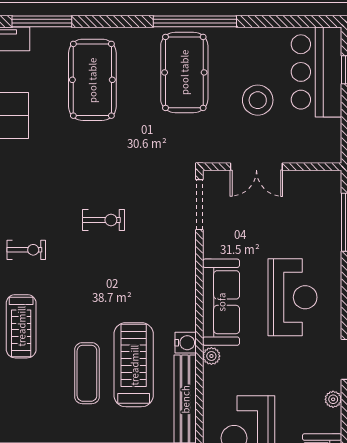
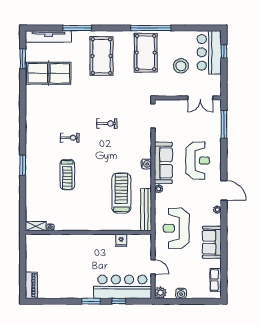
double door: (256, 167) -> (200, 98), moved
water cooler: (186, 343) -> (146, 164), moved
exercise mat: (87, 373) -> (99, 197), removed

